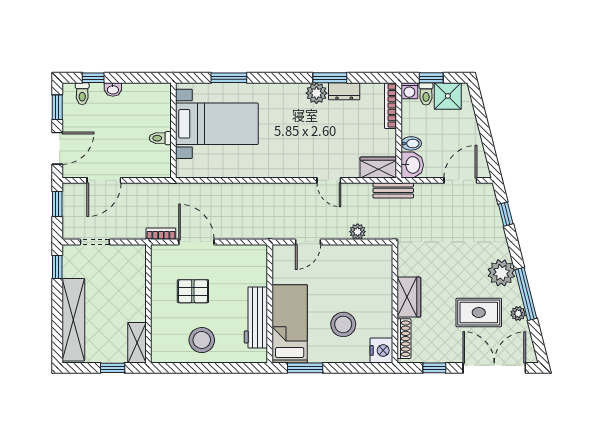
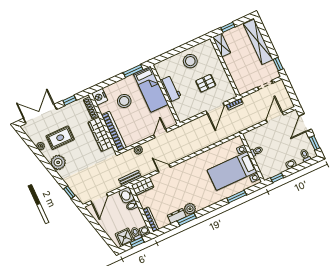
window: (93, 78) -> (277, 178), moved
window: (57, 204) -> (292, 95), removed
door: (196, 242) -> (215, 108), hinge flipped
bookcase: (384, 282) -> (114, 131), added
window: (526, 294) -> (41, 158), removed
wardrobe: (409, 297) -> (100, 134), width x1.50
workbench: (256, 317) -> (171, 89), width x0.73
double door: (494, 368) -> (40, 114), swing flipped

